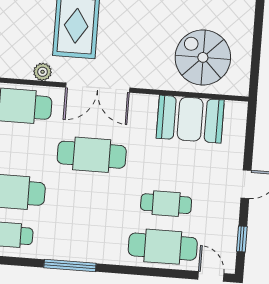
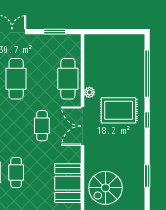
spiral stairs: (203, 57) -> (105, 188), turned 180
cafe table: (92, 155) -> (42, 126), width x0.73, depth x0.74

